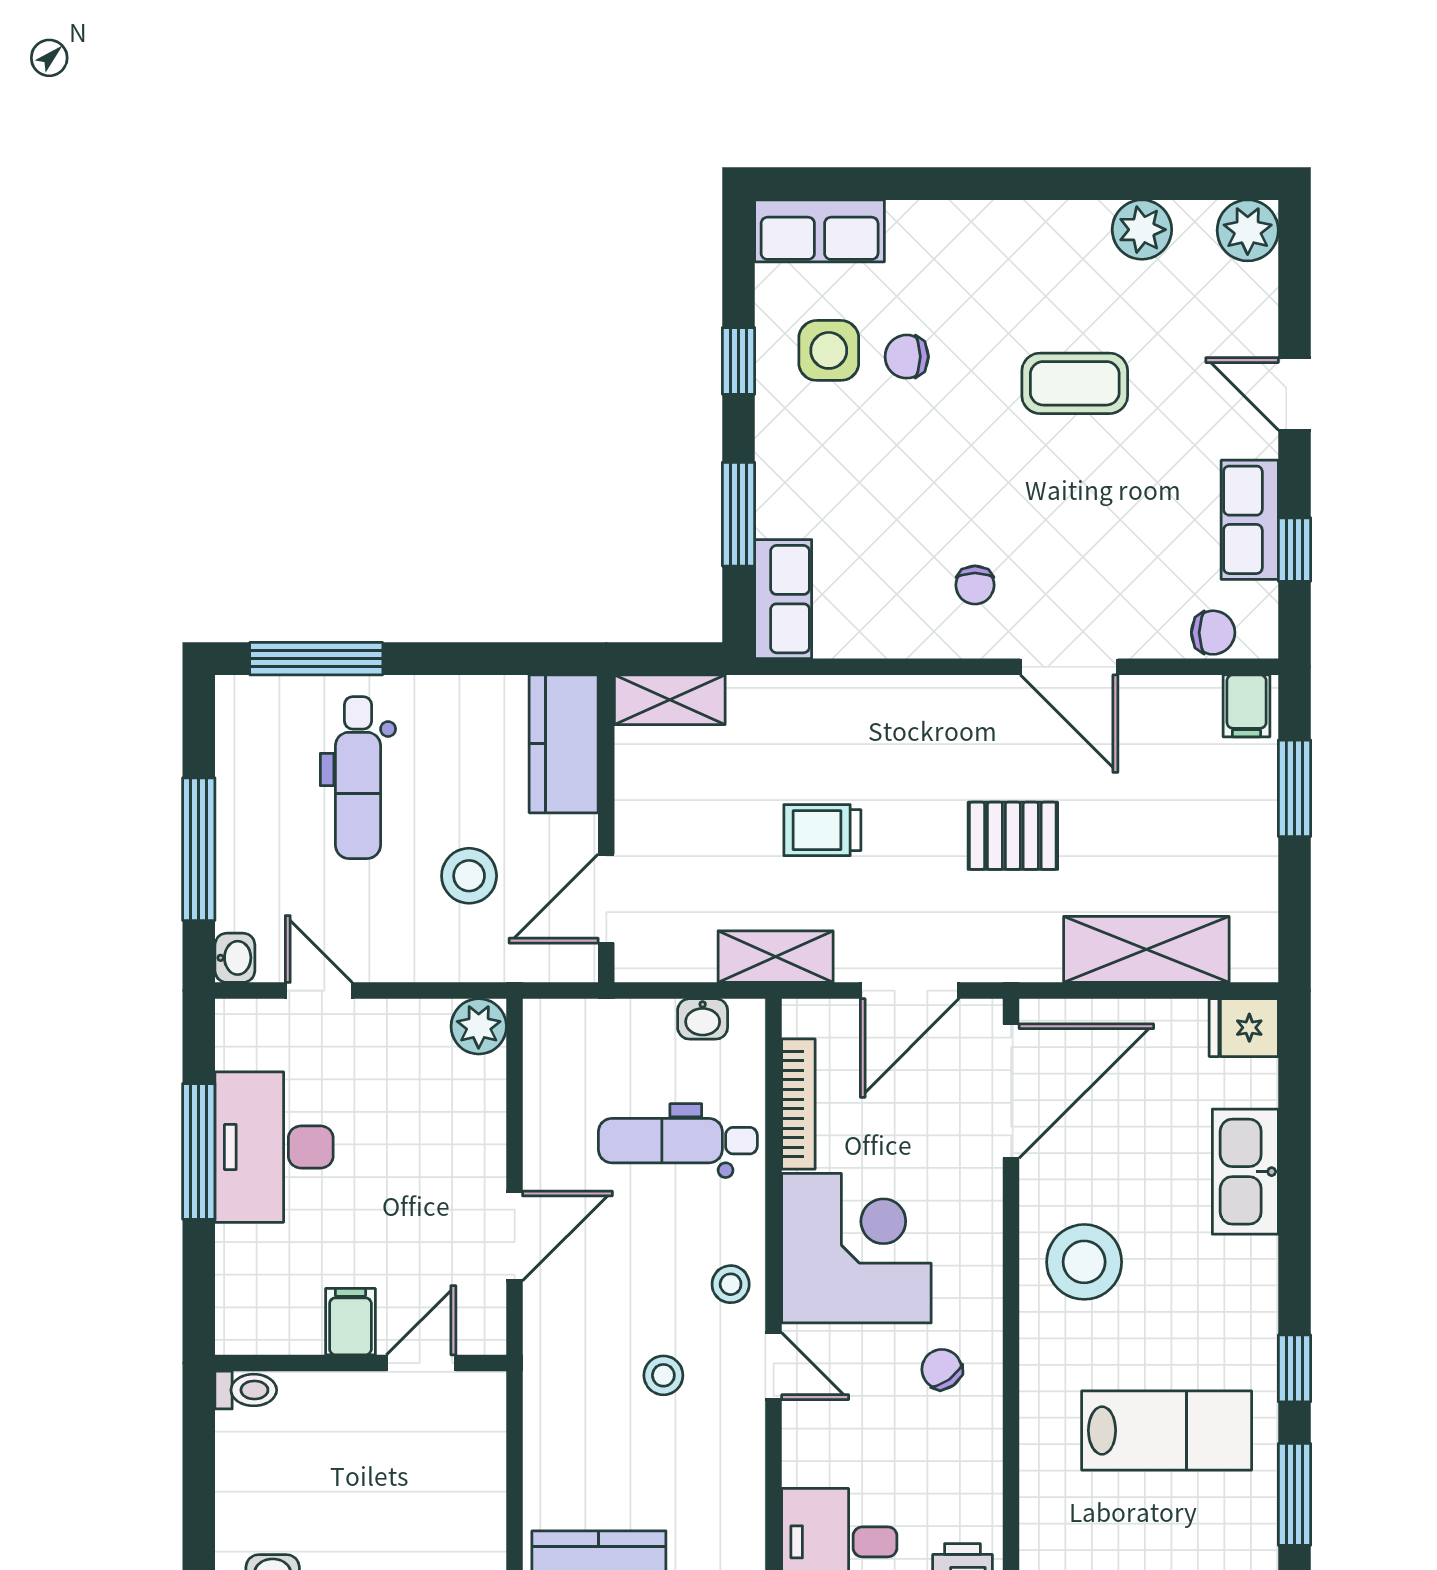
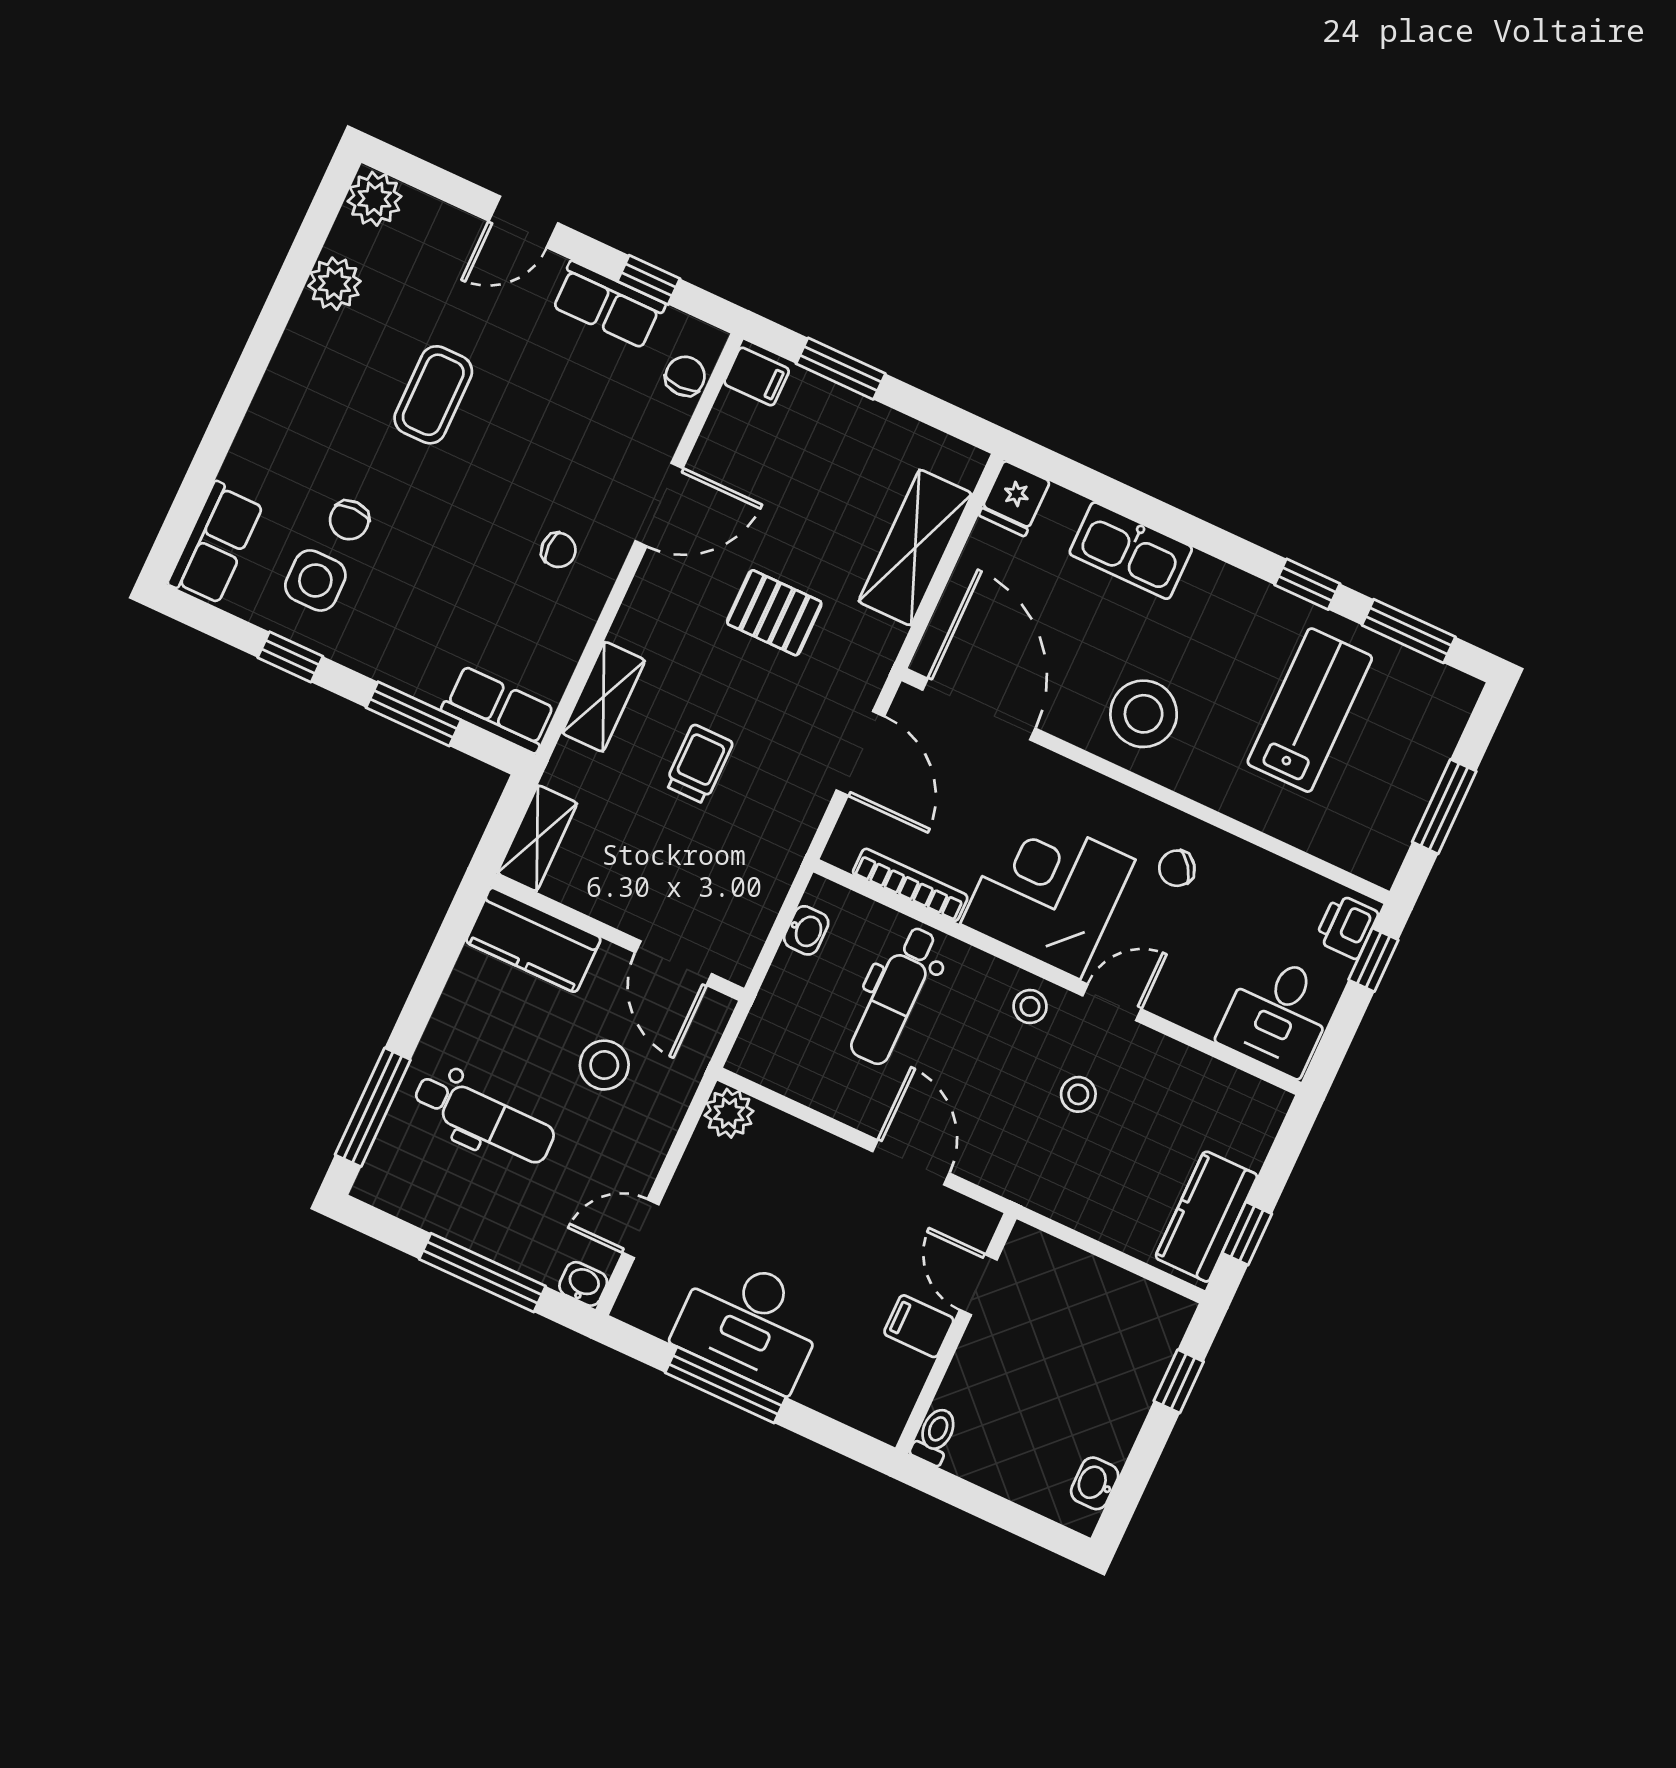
trolley: (822, 830) -> (699, 764), turned 180
pallet: (1013, 836) -> (774, 613), turned 90
shelving: (776, 957) -> (604, 697), moved

